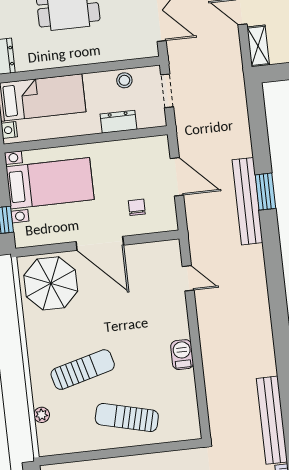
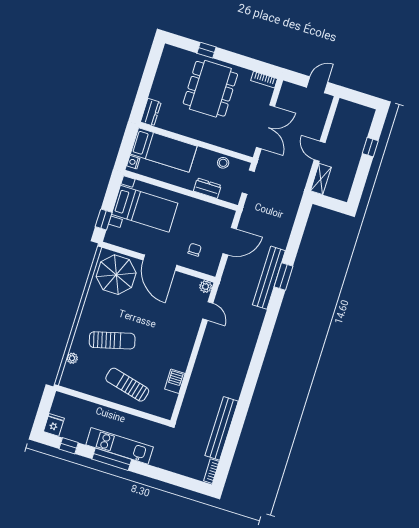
door: (177, 177) -> (230, 241), hinge flipped
plant: (172, 248) -> (206, 287), added
barbecue: (182, 355) -> (175, 381), moved

